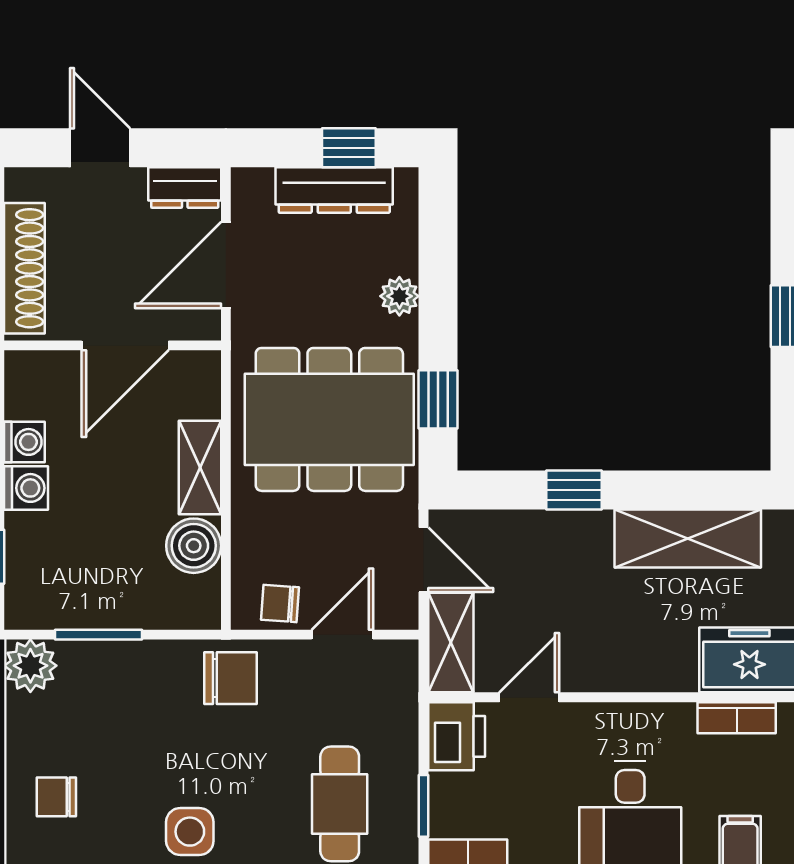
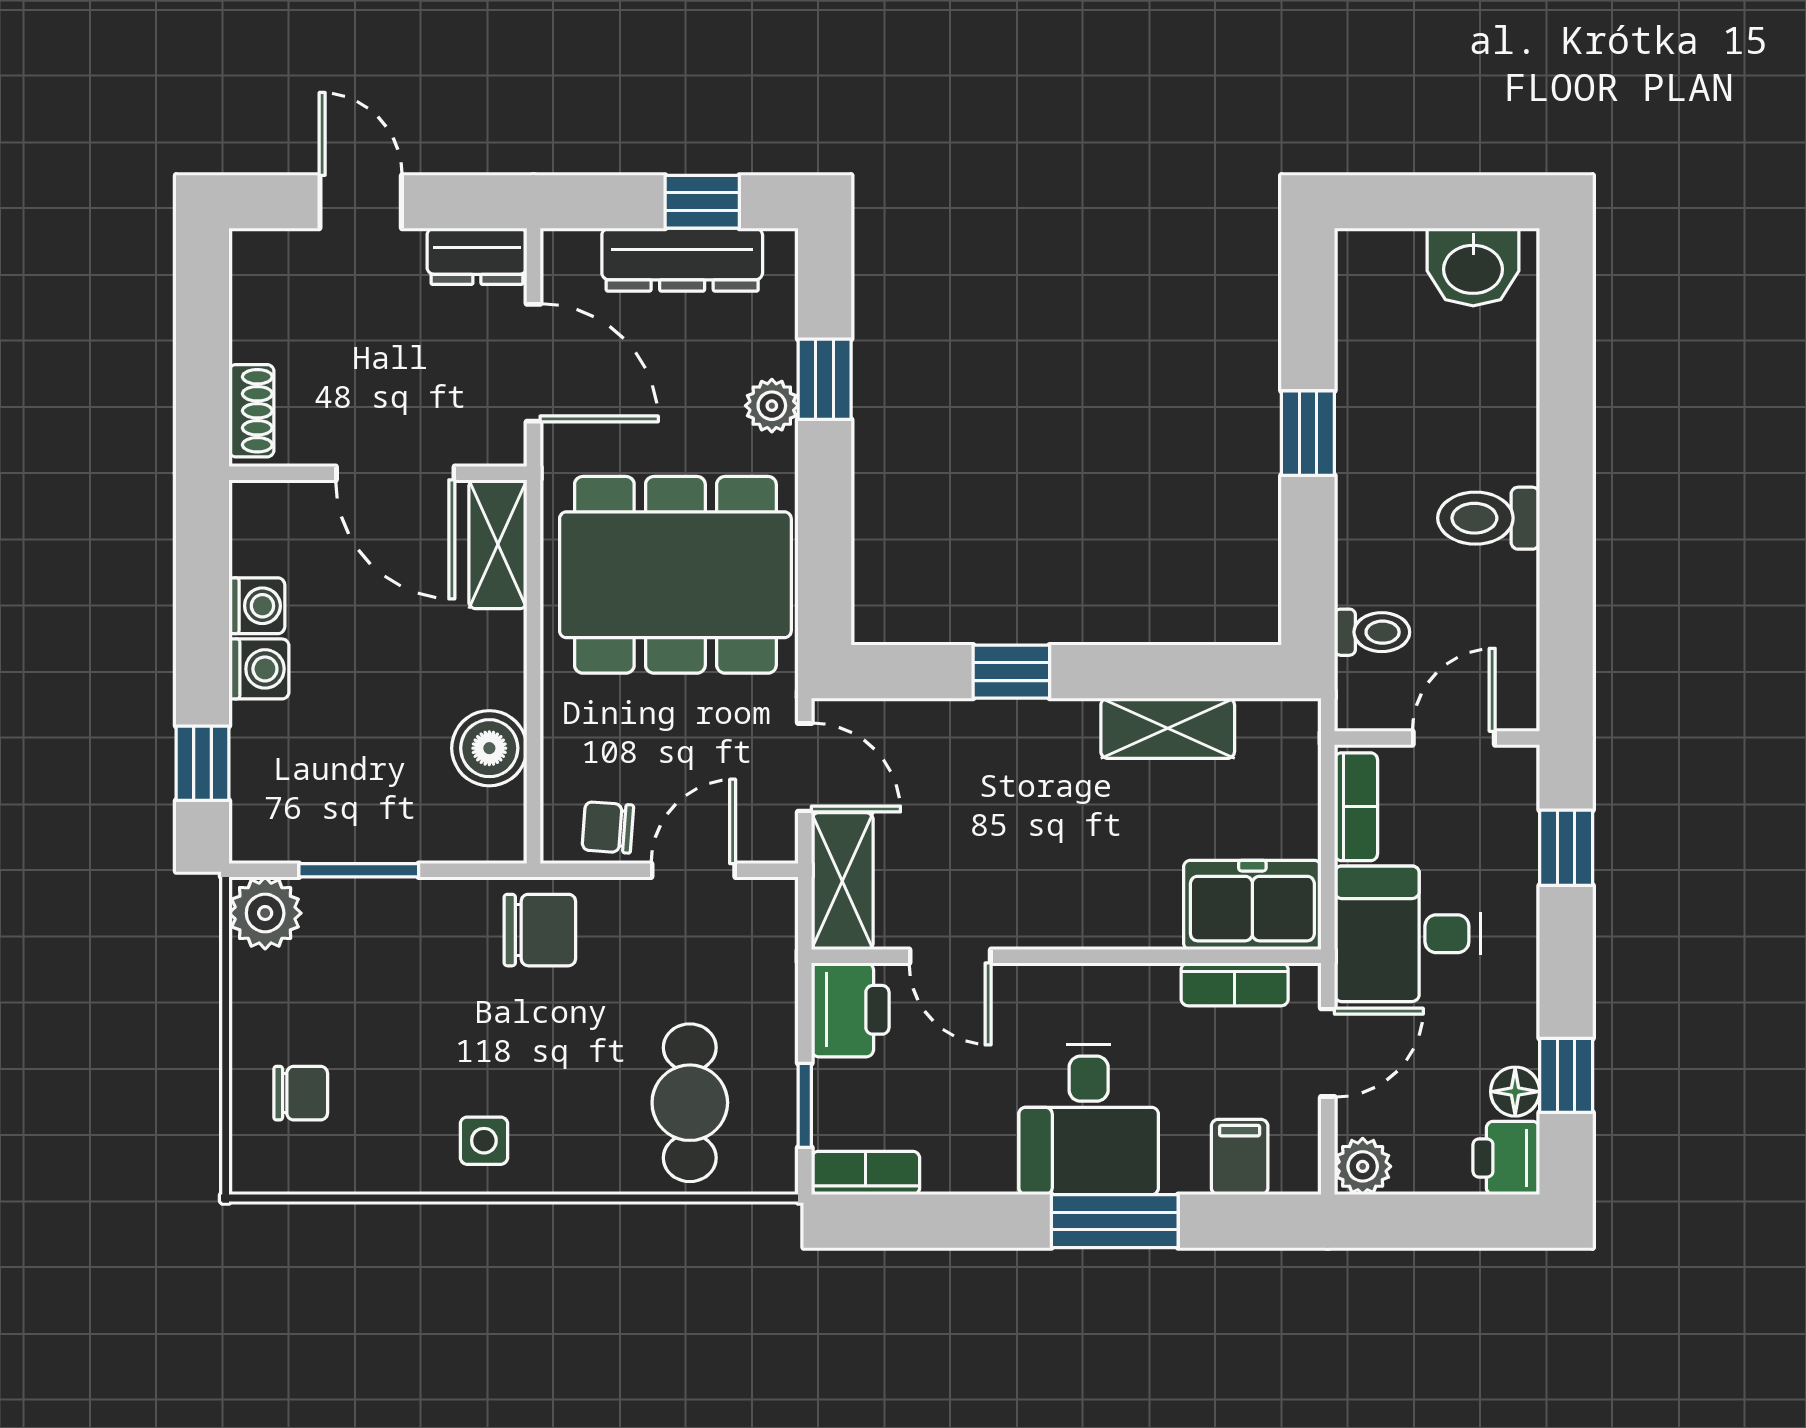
door: (226, 265) -> (533, 363), swing flipped
shoe rack: (24, 268) -> (251, 411), width x0.51, depth x0.81
door: (125, 345) -> (395, 473), hinge flipped
window: (438, 399) -> (825, 379), moved
shelving: (200, 468) -> (498, 544), moved
shelving: (688, 539) -> (1168, 728), width x0.67, depth x0.75
door: (529, 697) -> (950, 956), swing flipped
chair: (56, 797) -> (301, 1093), turned 180
side table: (190, 832) -> (484, 1141), width x0.73, depth x0.73

